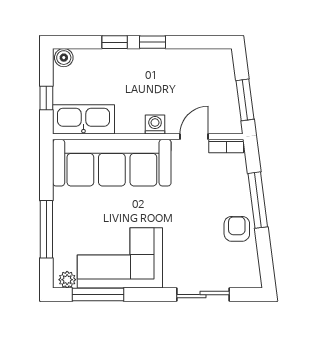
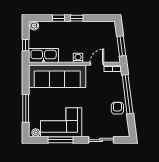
window: (258, 200) -> (128, 94), width x1.46
window: (98, 295) -> (61, 140), moved

